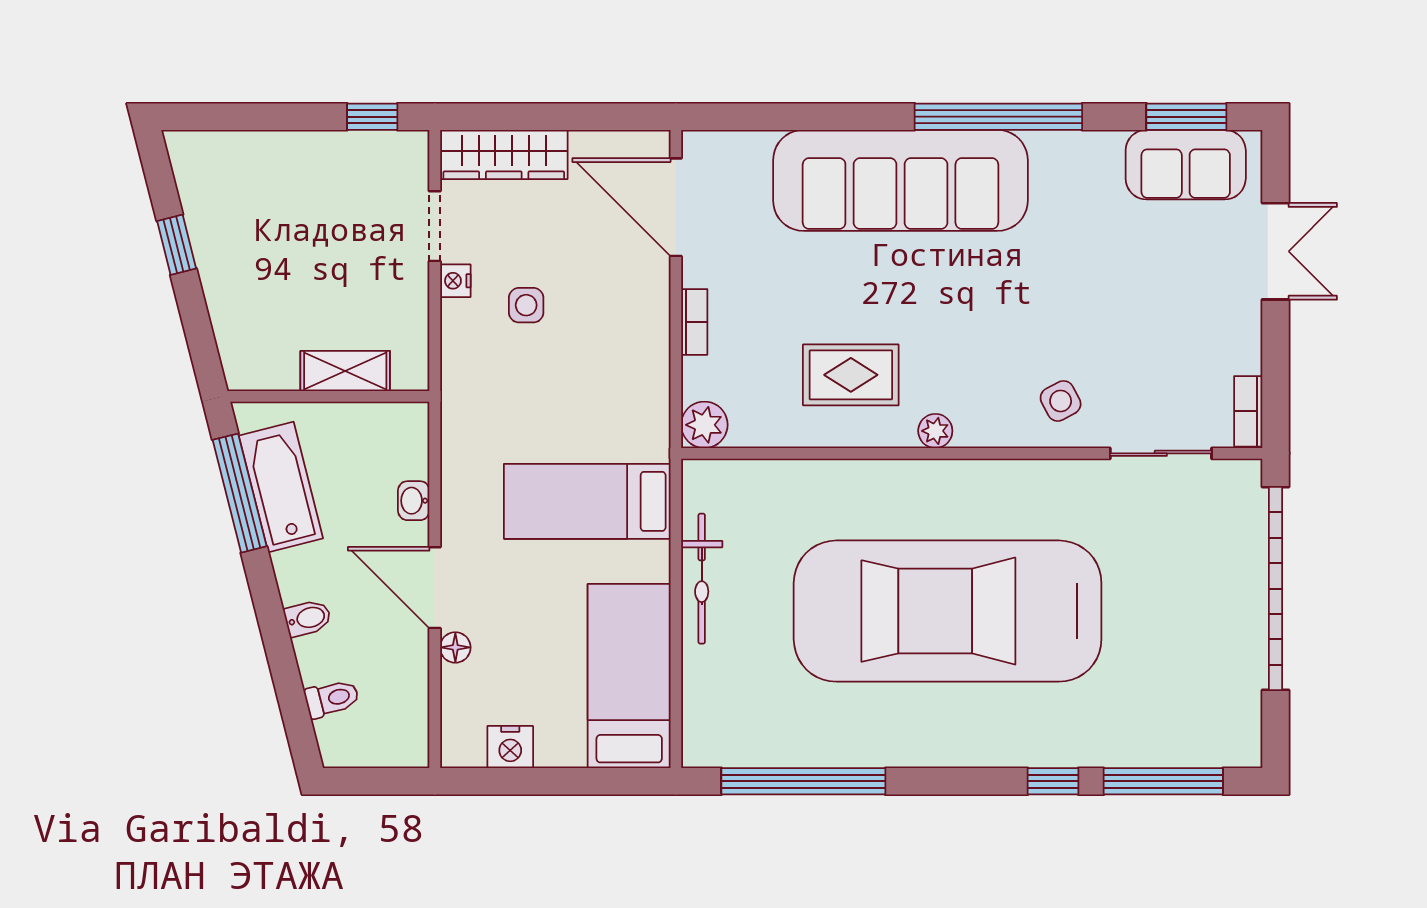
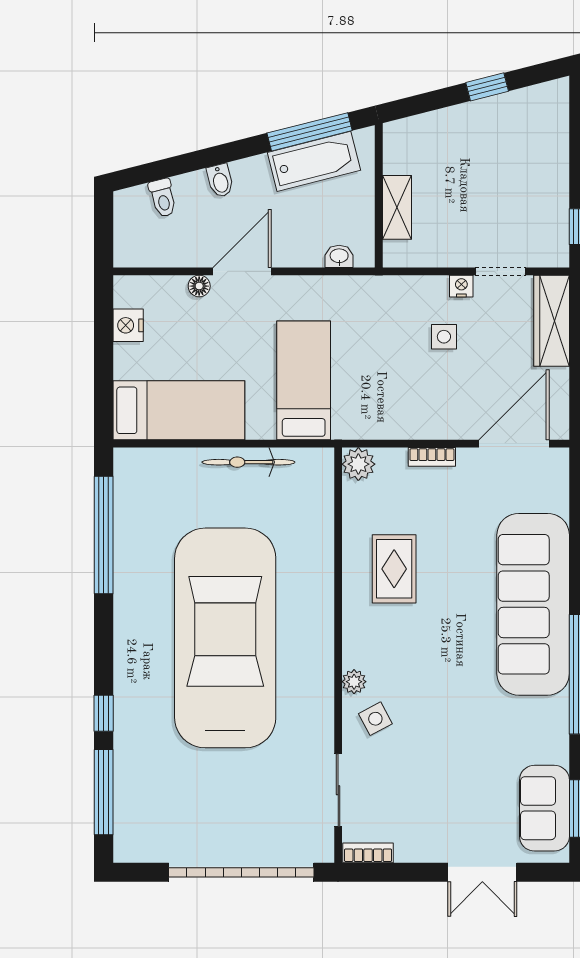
plant: (935, 431) -> (354, 682), moved
washbasin: (414, 501) -> (339, 256), moved

